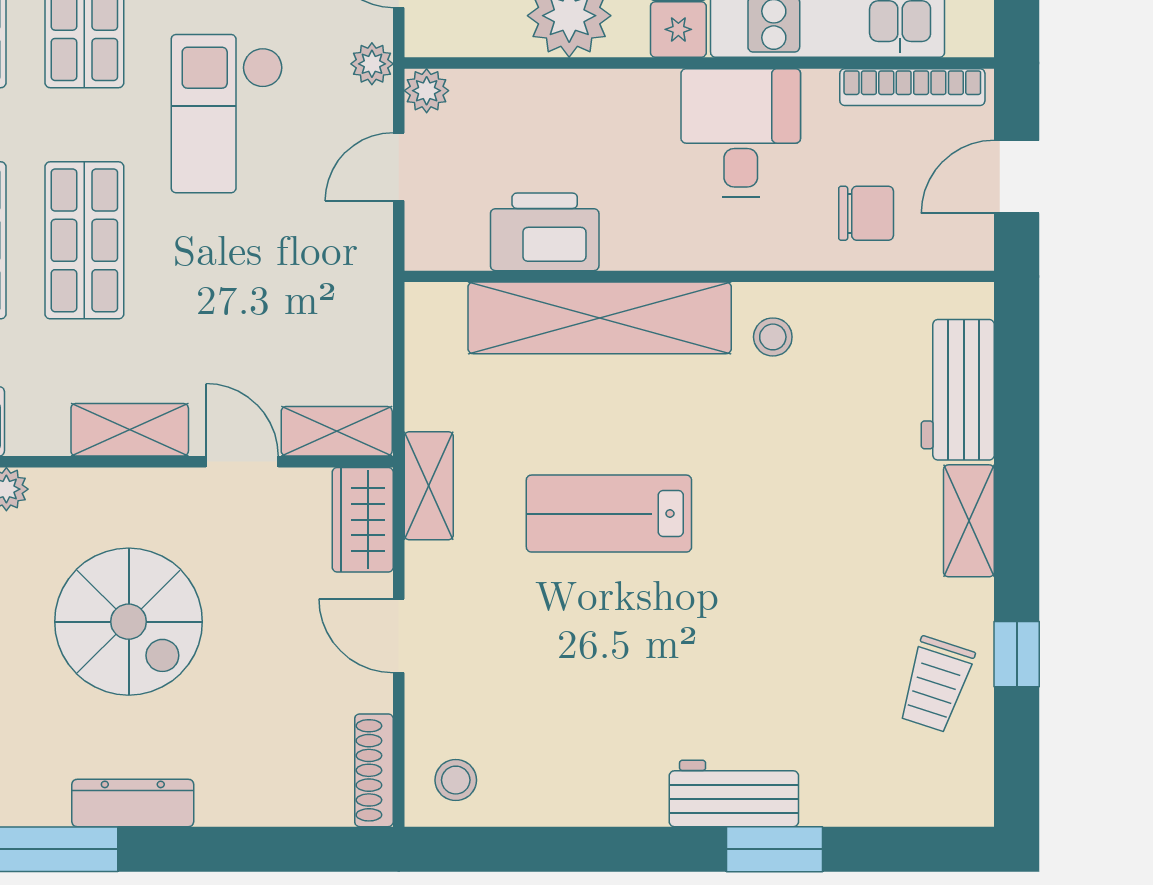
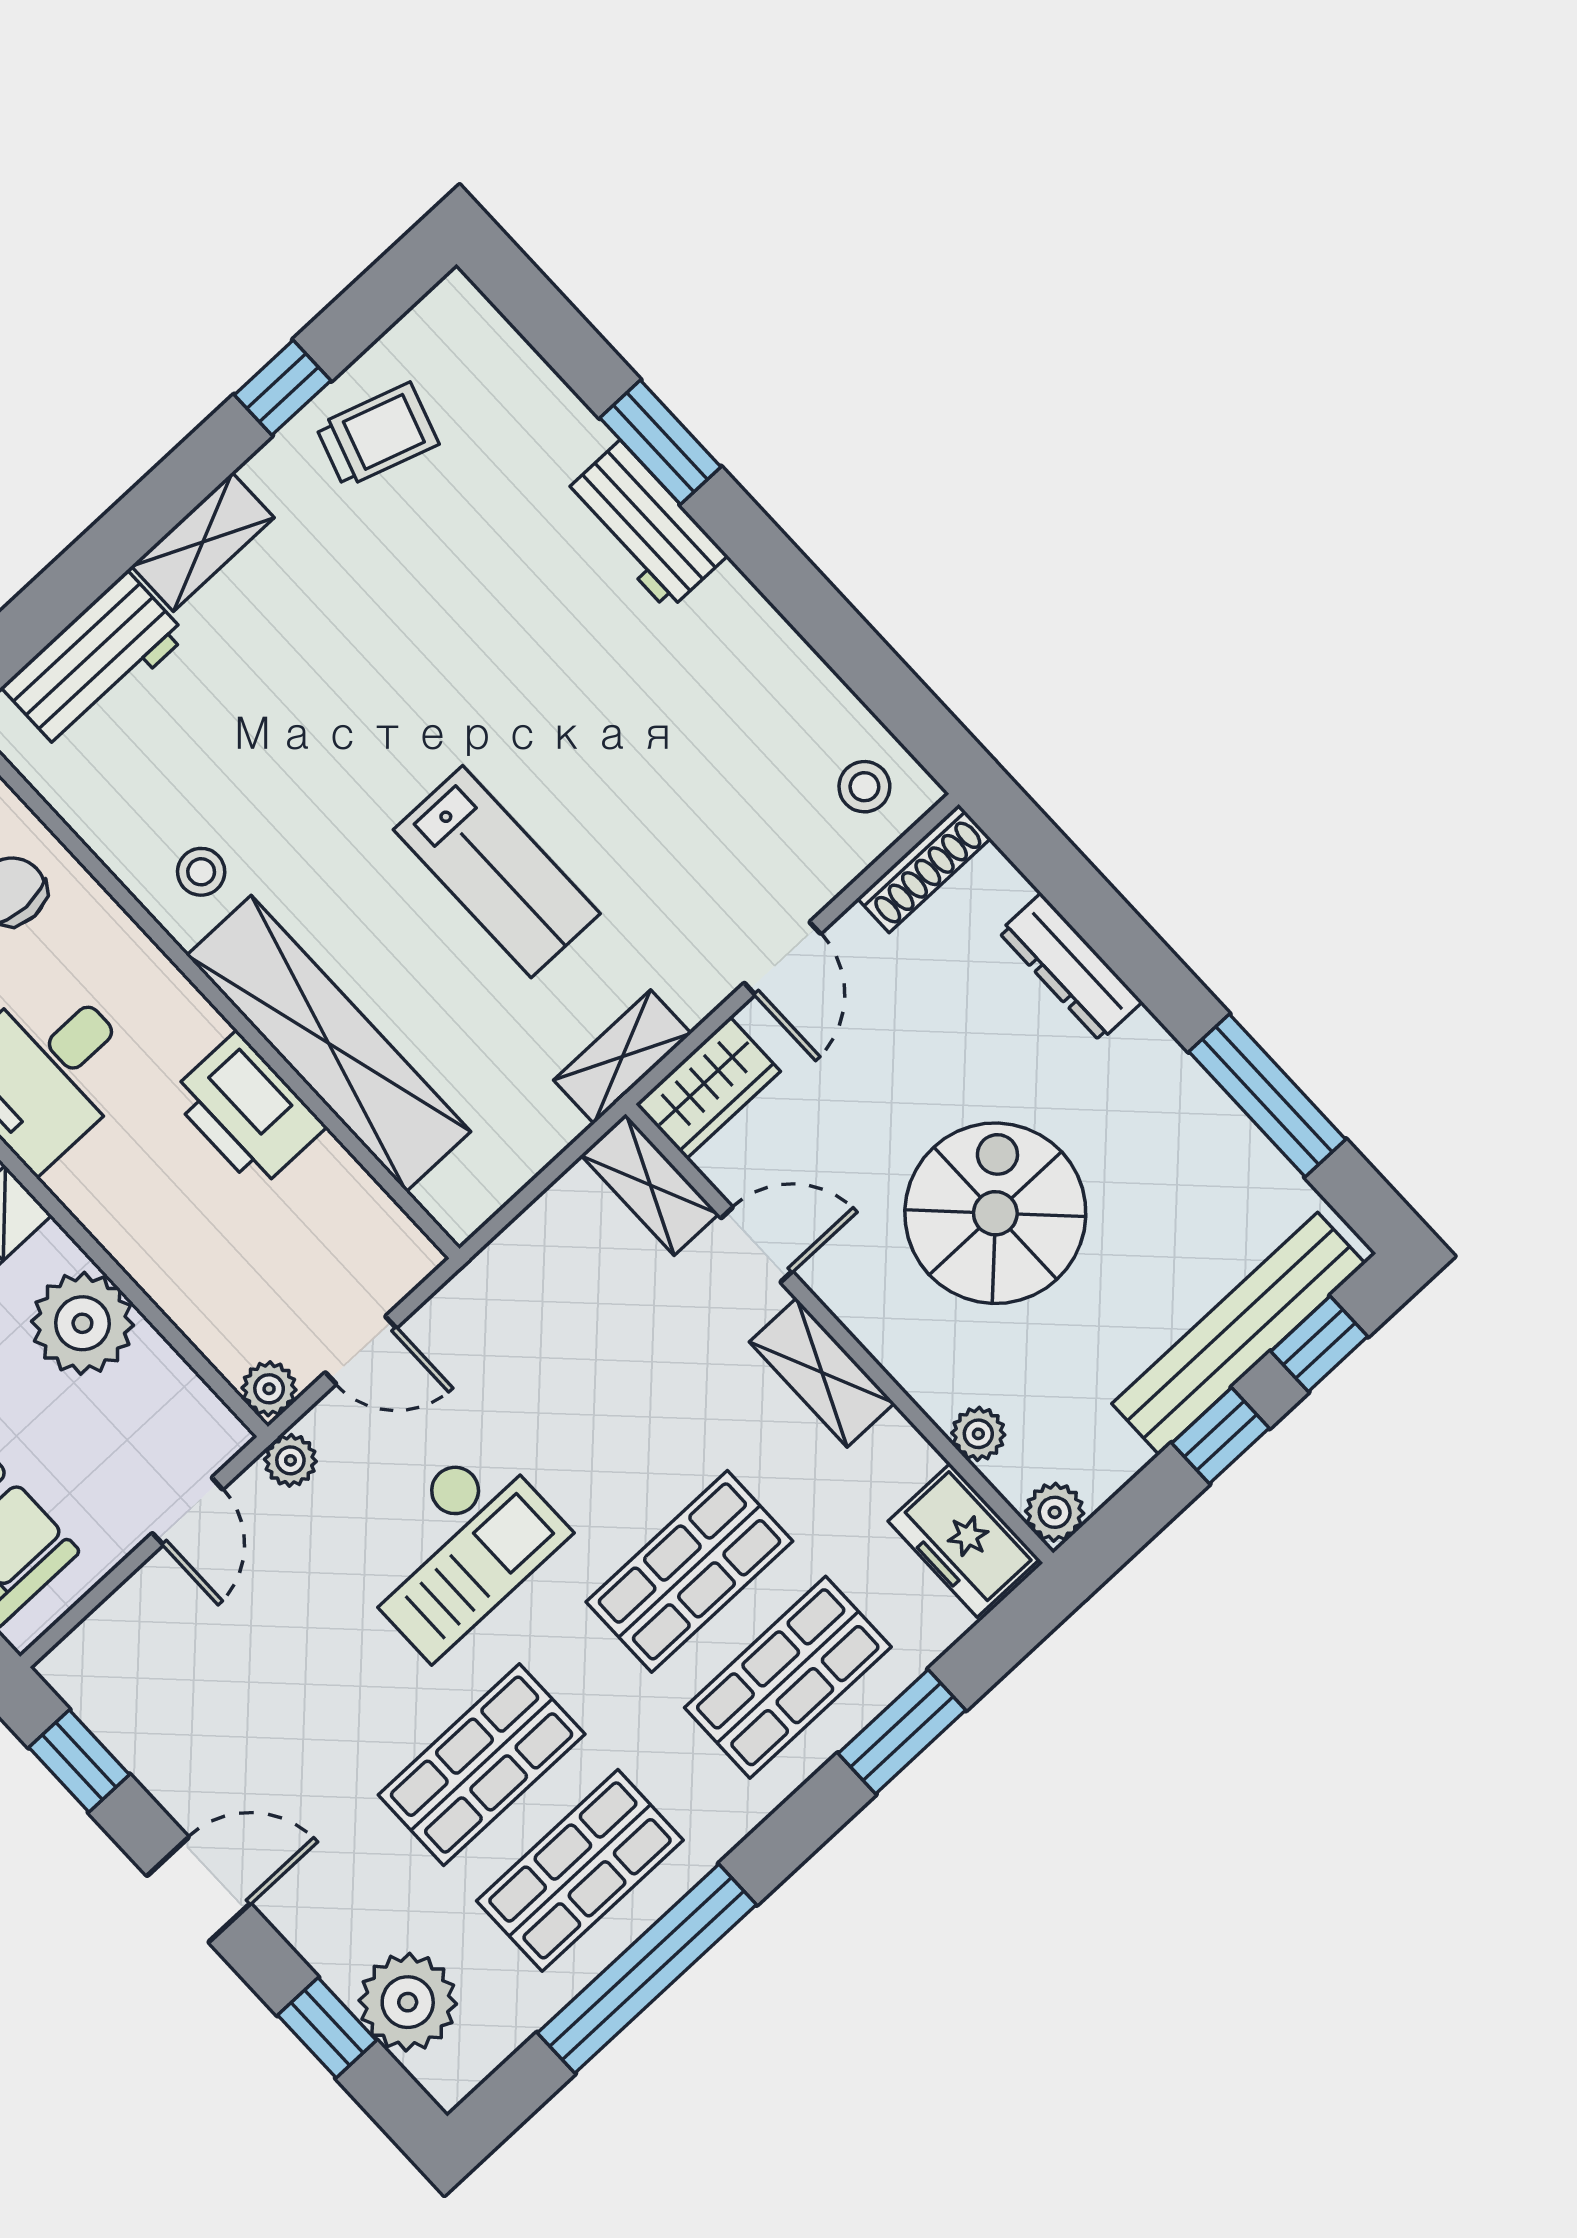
printer: (545, 232) -> (247, 1111), moved
door: (242, 462) -> (757, 1245), swing flipped
dresser: (133, 803) -> (1070, 967), moved

